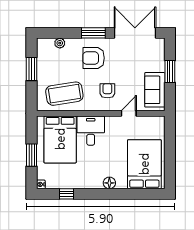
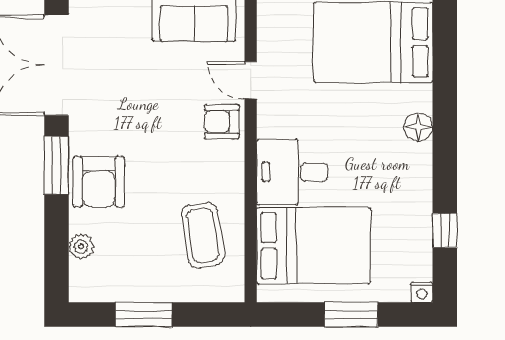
armchair: (94, 58) -> (99, 182), moved
armchair: (107, 91) -> (222, 122), moved
coffee table: (64, 94) -> (203, 235), width x0.73, depth x0.76

